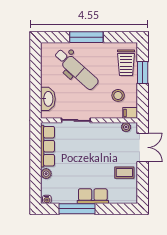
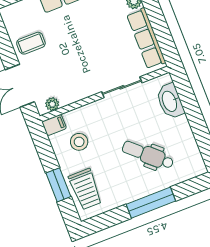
trolley: (126, 63) -> (85, 189), turned 180
dental chair: (76, 69) -> (148, 155), width x0.73, depth x0.72

